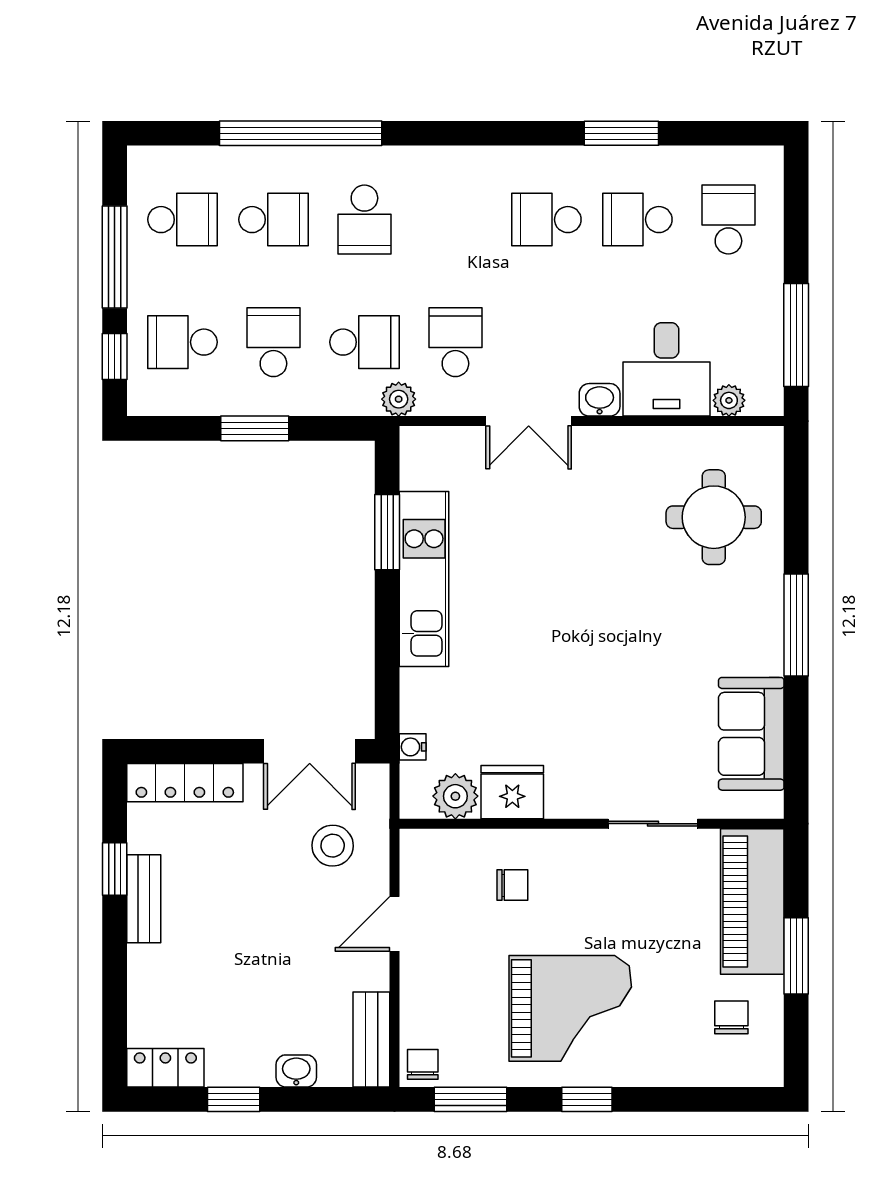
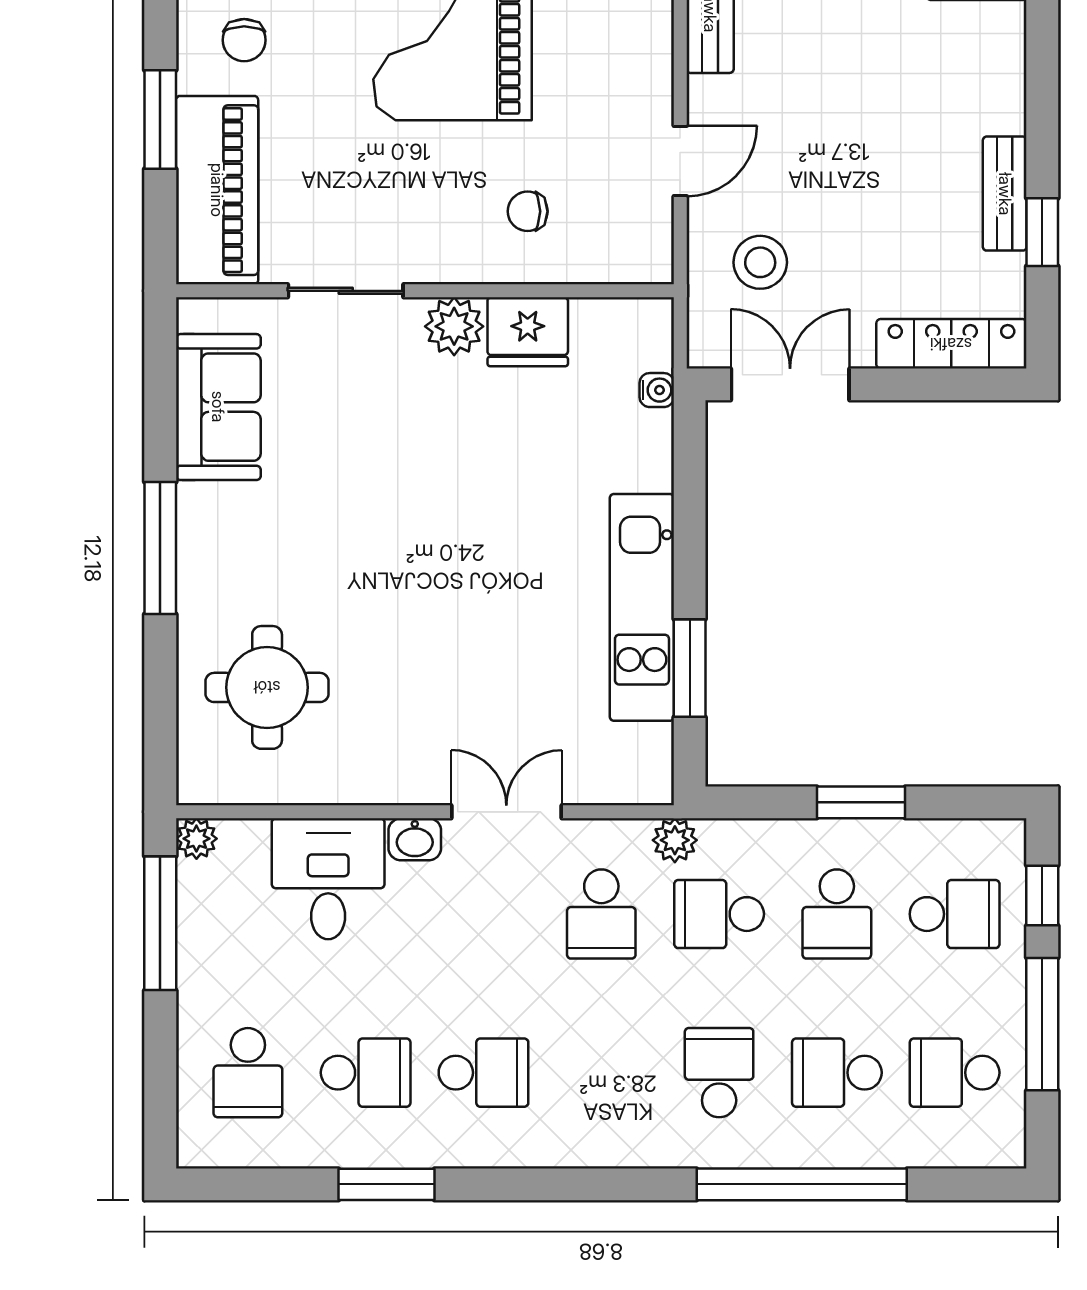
plant: (729, 400) -> (196, 839), moved
plant: (455, 796) -> (454, 326), moved

